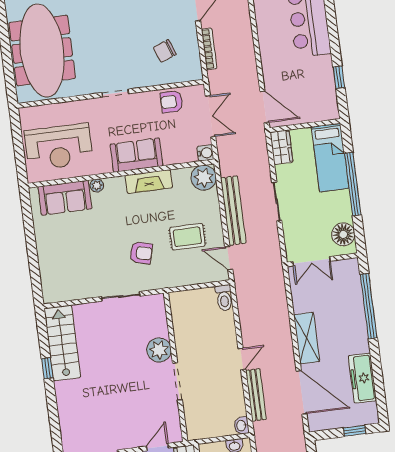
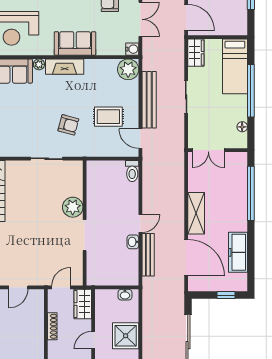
fireplace: (149, 182) -> (65, 67), moved
floor lamp: (343, 234) -> (242, 127), width x0.53, depth x0.53
washbasin: (242, 426) -> (133, 242), moved

